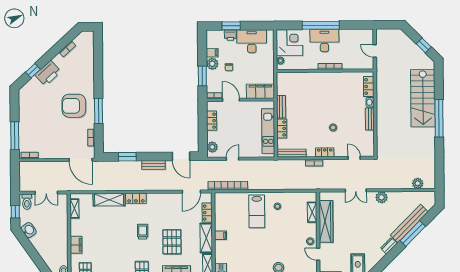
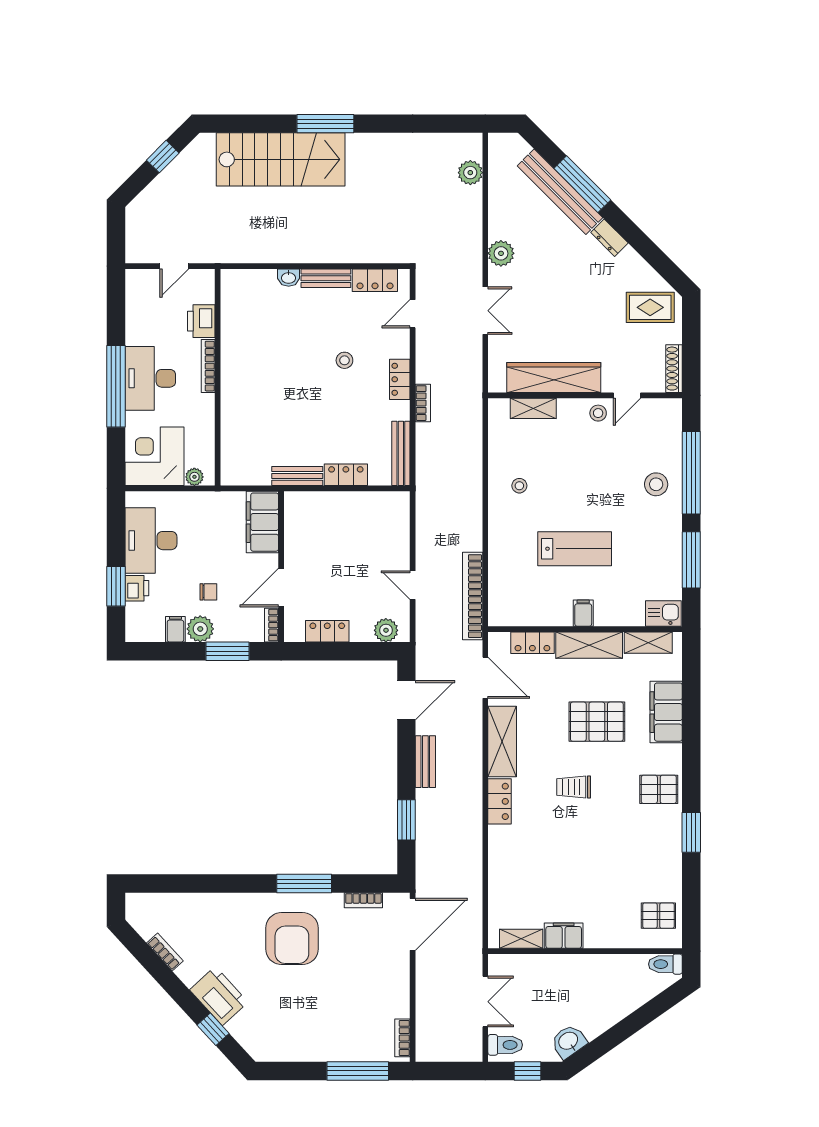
printer: (350, 63) -> (201, 321), added
locker: (369, 86) -> (375, 280), moved
window: (439, 118) -> (325, 124), width x0.68
kitchen unit: (268, 131) -> (351, 505), removed
shelving: (109, 200) -> (502, 741), moved
lab bench: (257, 211) -> (575, 549), moved
filing cabinet: (76, 245) -> (564, 936), moved

